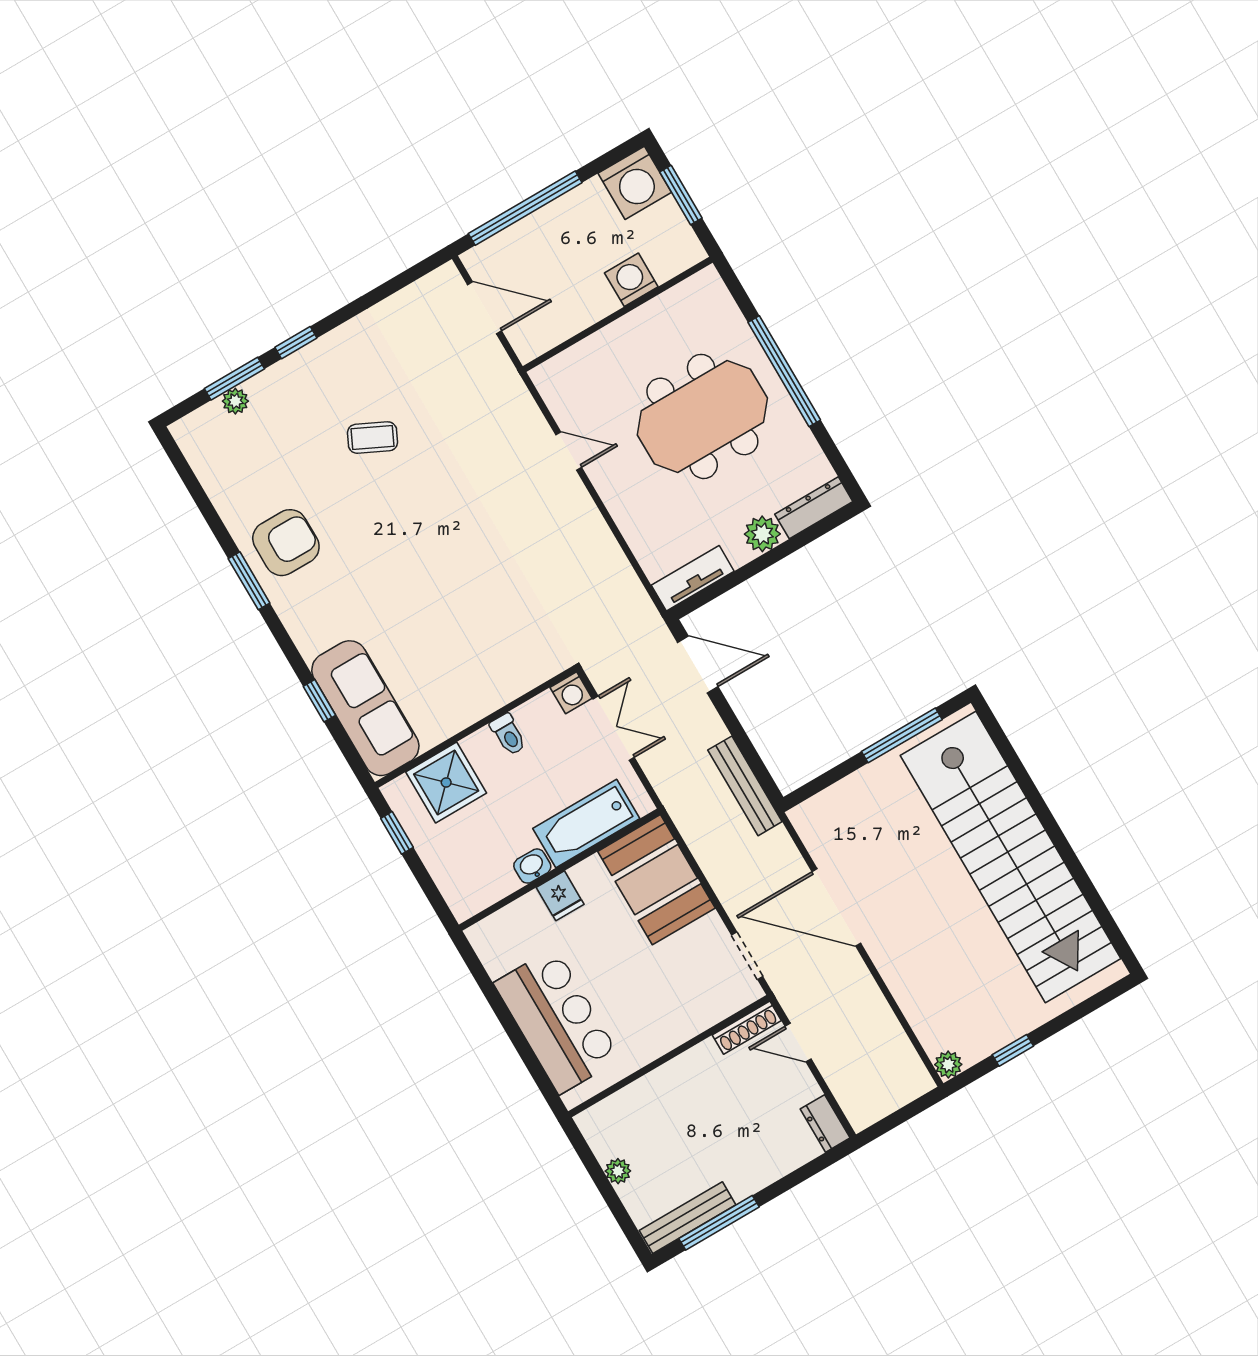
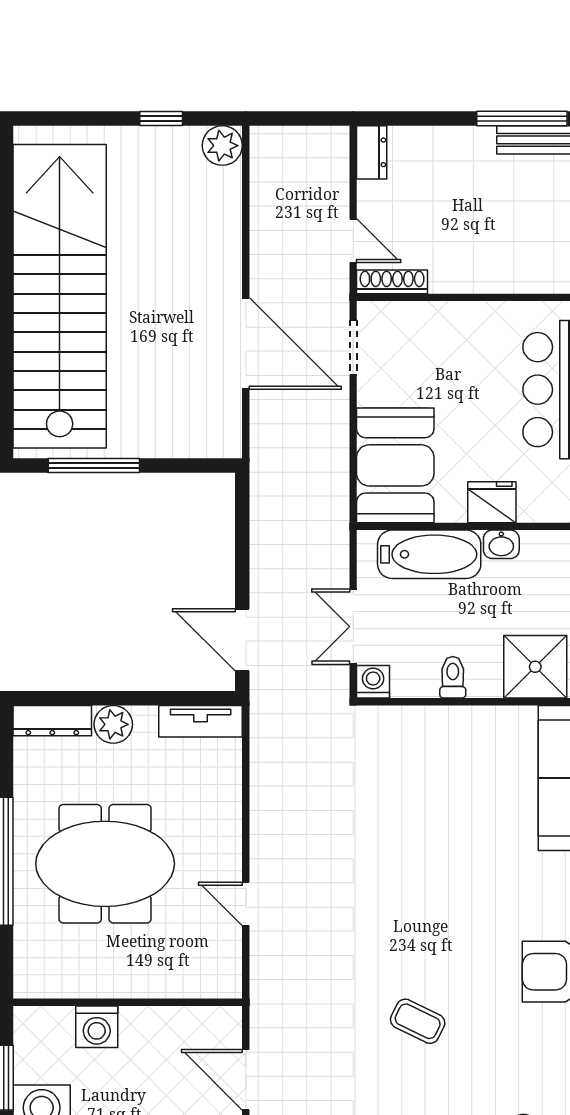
bench: (745, 786) -> (264, 504), removed
fridge: (560, 896) -> (492, 502), width x1.38
plant: (948, 1065) -> (222, 146), width x1.38, depth x1.38

